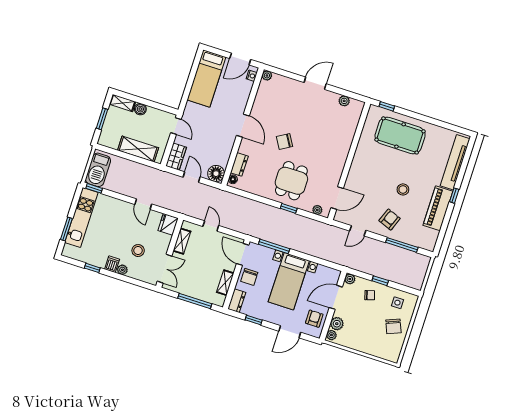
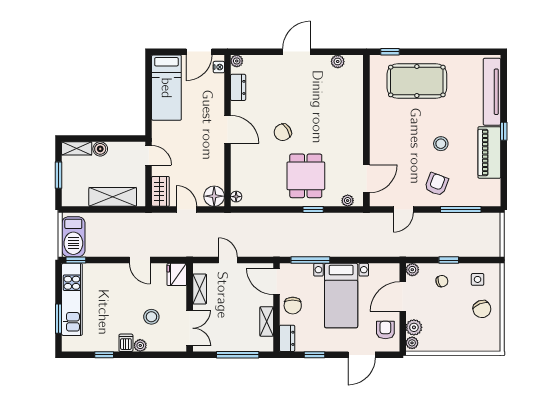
dresser: (239, 164) -> (238, 87), moved

